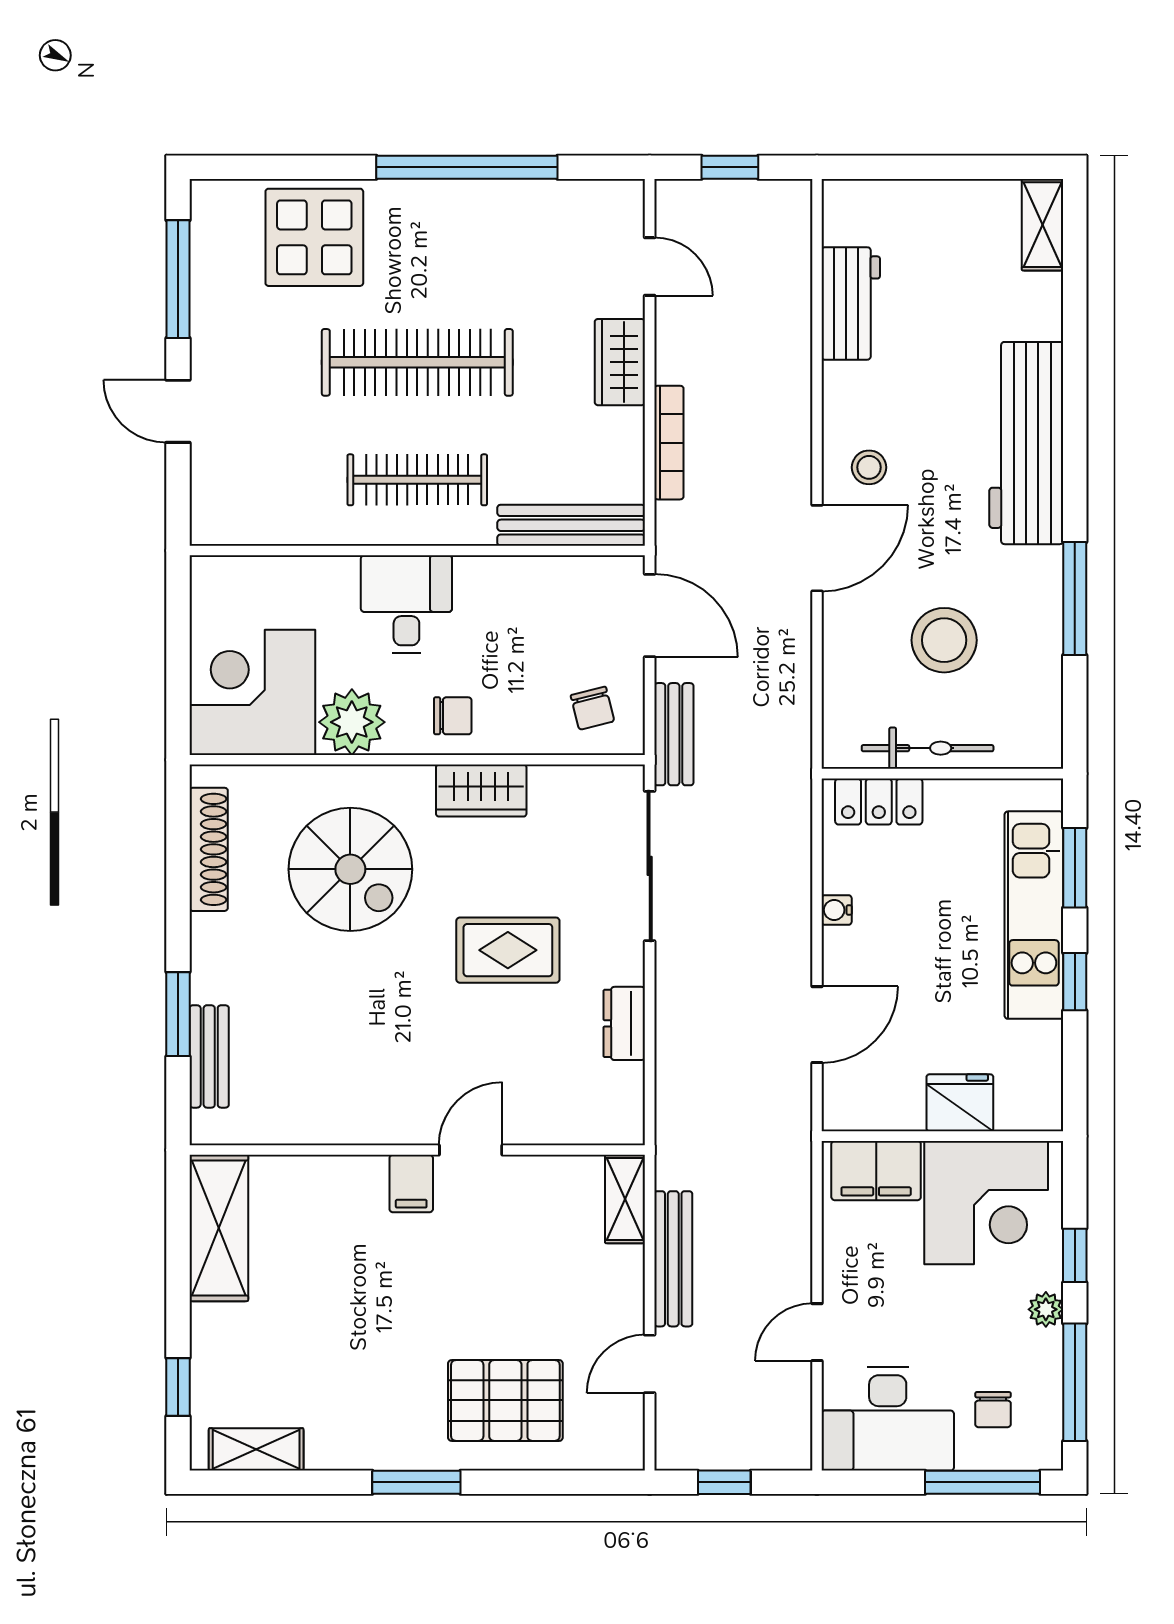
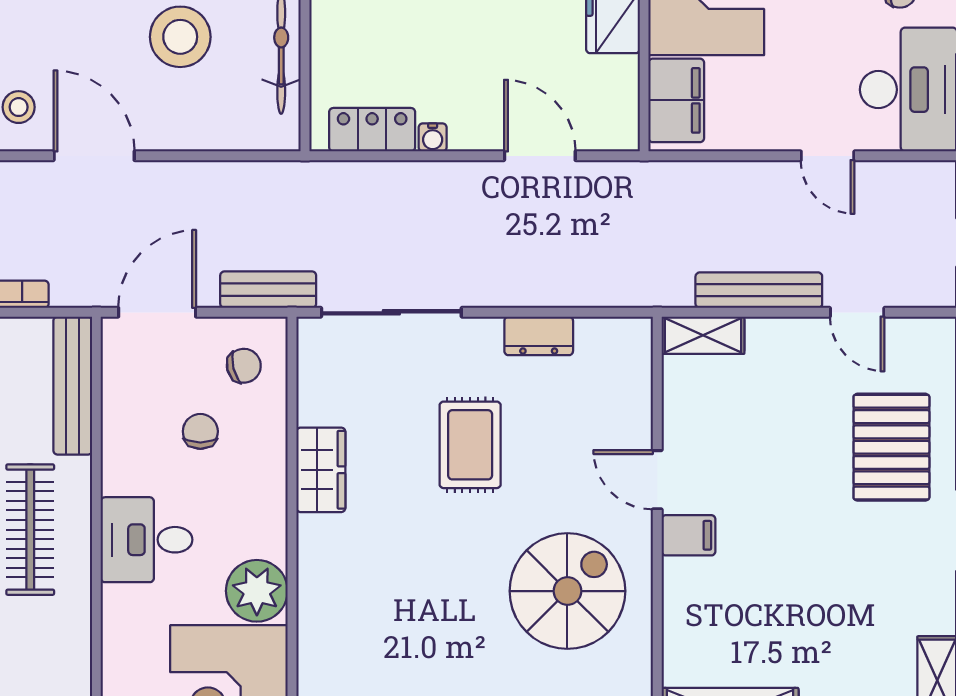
chair: (453, 716) -> (200, 431), moved
locker: (879, 802) -> (372, 130), moved, turned -90
spiral stairs: (350, 869) -> (567, 591), moved

